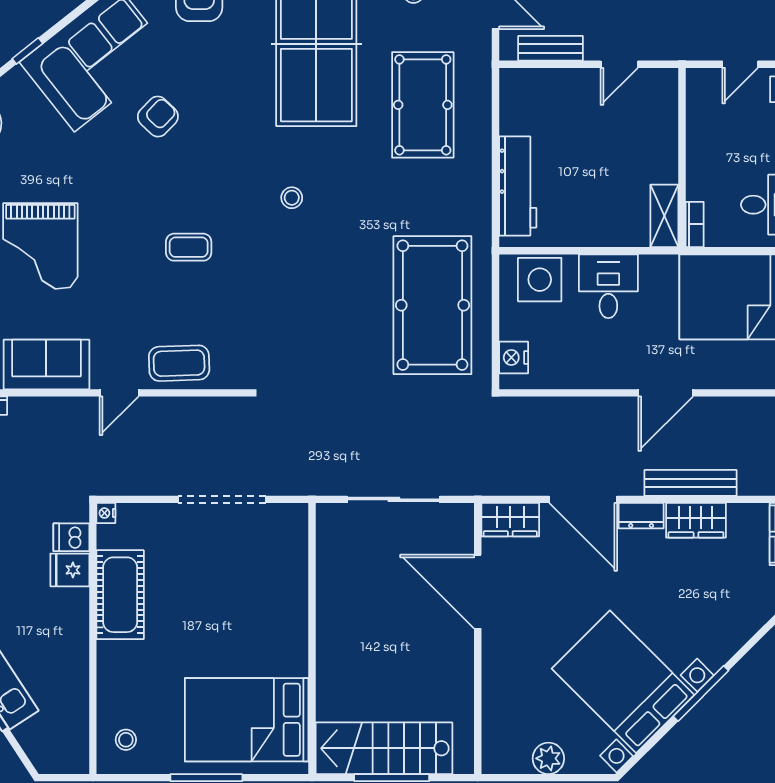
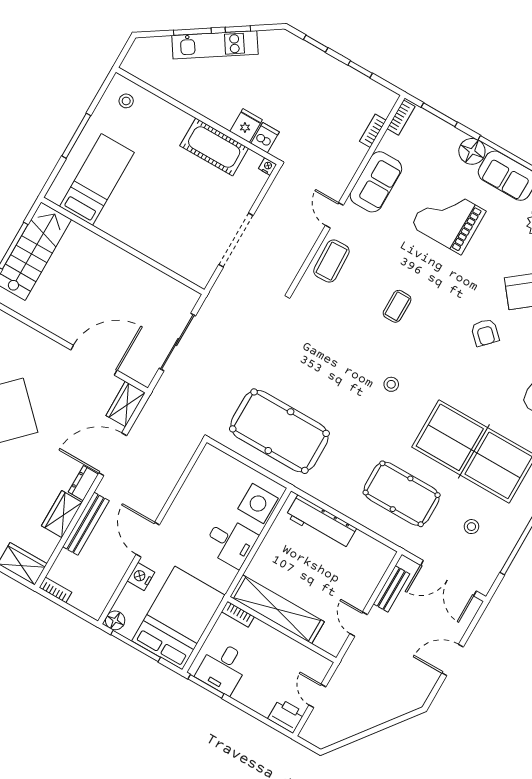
shelving: (664, 216) -> (277, 609), width x2.20, depth x1.33
nightstand: (514, 357) -> (141, 576), moved, turned -90
bed: (247, 720) -> (97, 179), width x0.67

